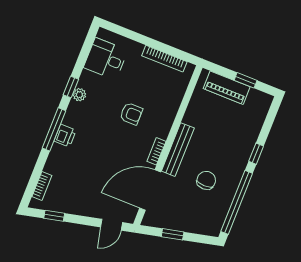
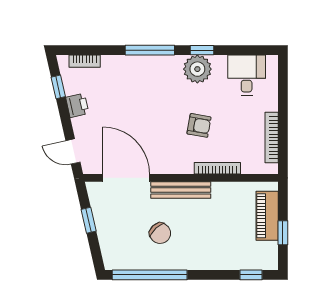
plant: (79, 95) -> (197, 69), width x1.88, depth x1.88
armchair: (131, 114) -> (199, 125), turned -80
printer: (65, 136) -> (77, 105), moved, turned -103
bookcase: (156, 151) -> (217, 168), moved, width x1.56
window: (256, 154) -> (251, 275), moved
chair: (206, 180) -> (160, 233), turned 47

